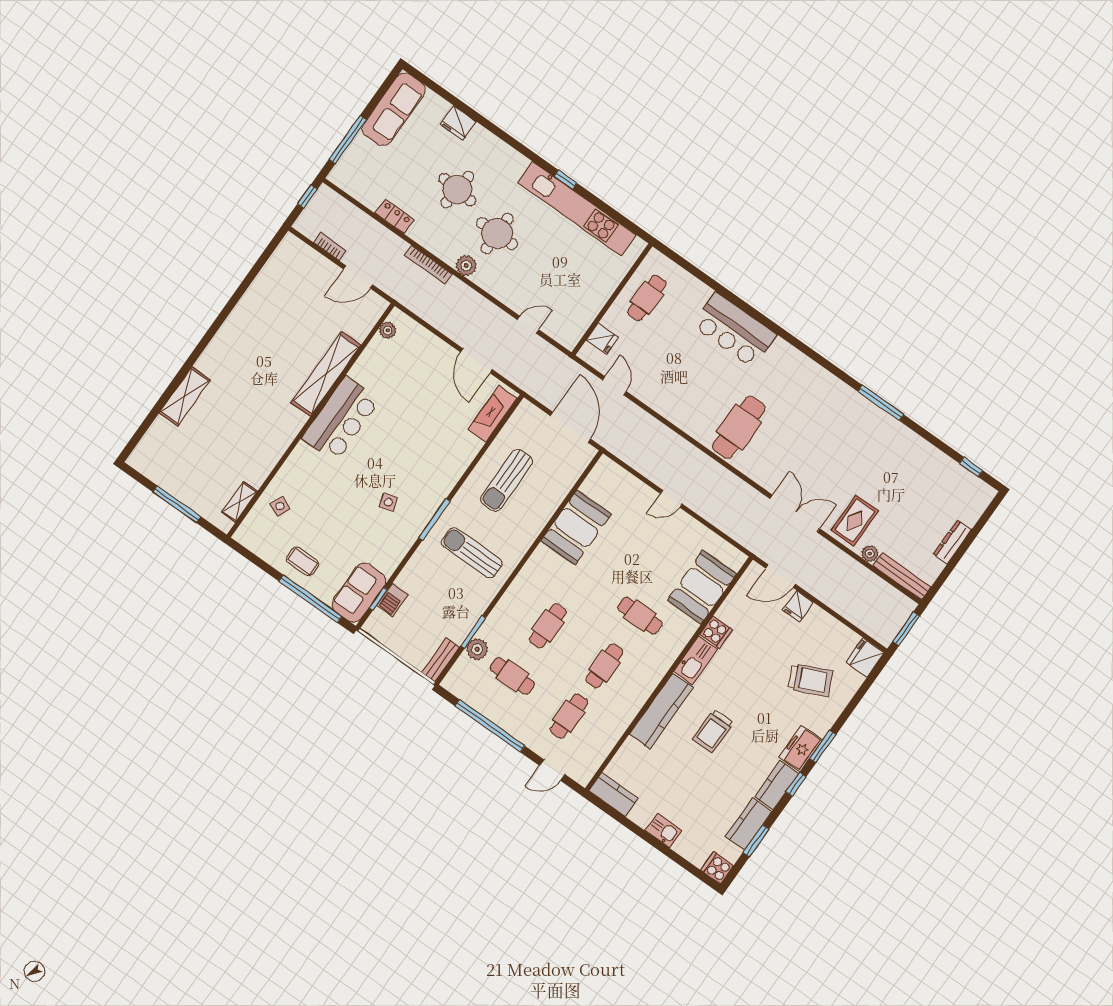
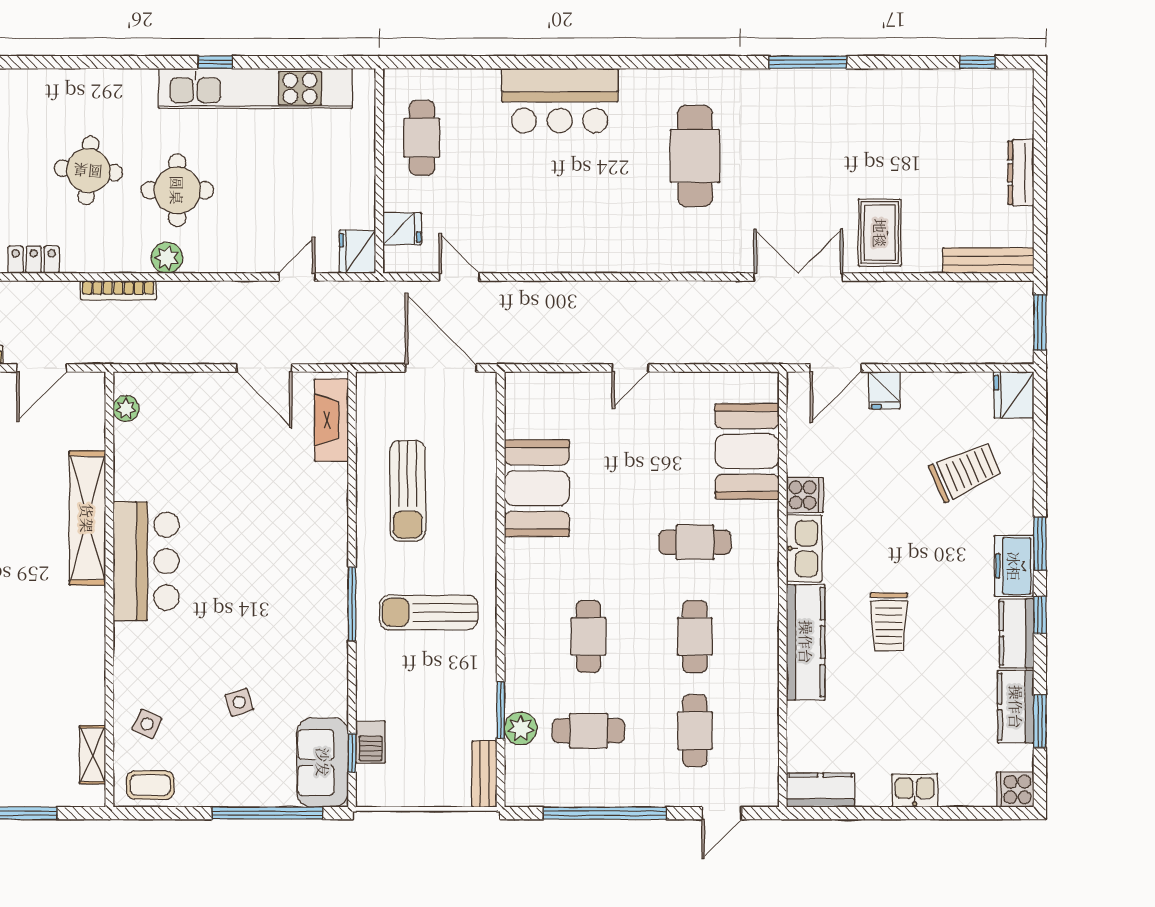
fridge: (458, 123) -> (357, 251), moved, turned 90
cafe table: (739, 427) -> (695, 156), moved
side table: (388, 502) -> (239, 702), moved
plant: (870, 554) -> (928, 261), removed
coffee table: (303, 561) -> (150, 785), moved

